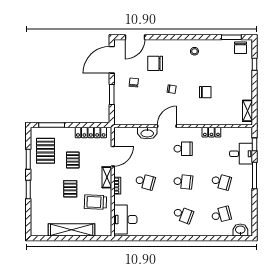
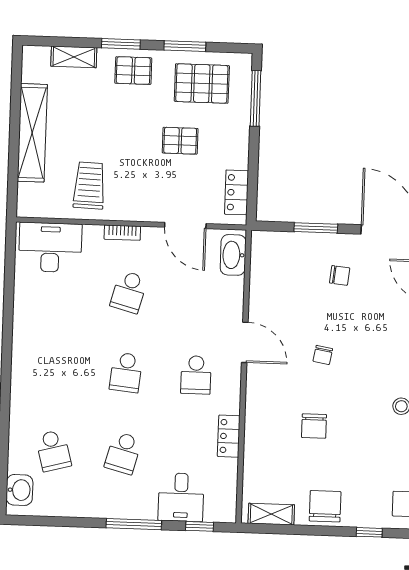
chair: (155, 63) -> (325, 506), moved
locker: (91, 133) -> (237, 192), width x0.66
washbasin: (147, 133) -> (233, 255), moved
shelving: (107, 177) -> (74, 57), moved
pallet: (70, 189) -> (133, 71), moved
school desk: (183, 215) -> (56, 370), removed

